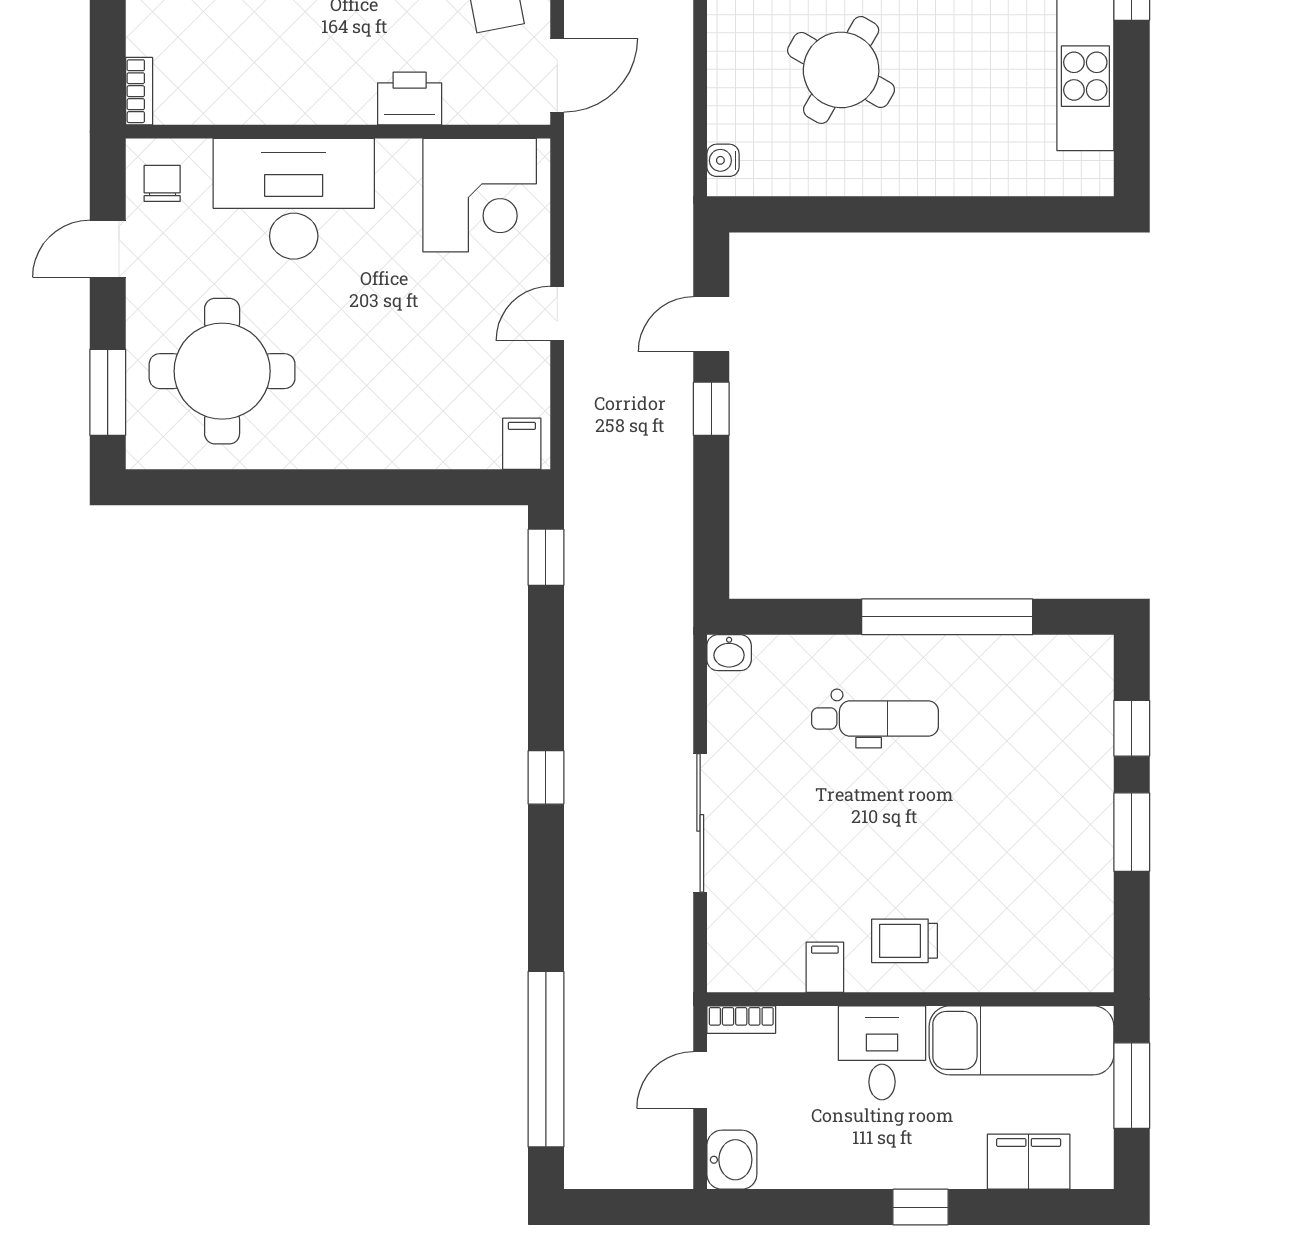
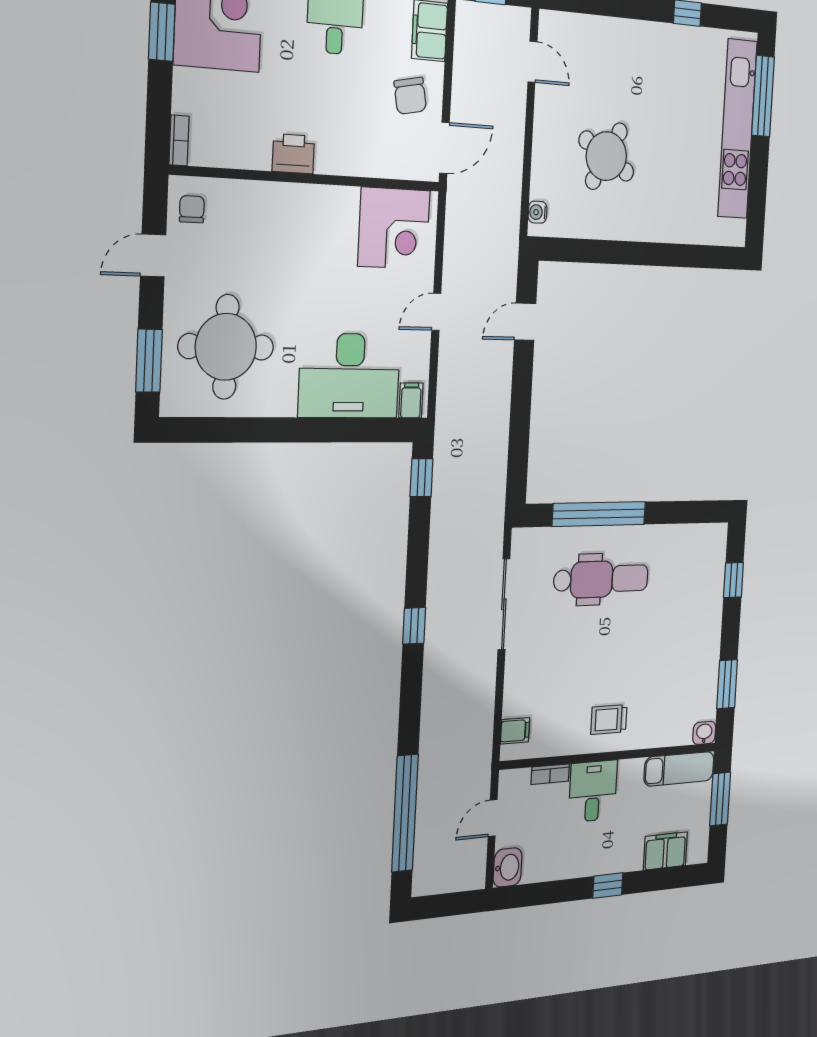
printer: (410, 99) -> (293, 154), moved
desk: (294, 199) -> (349, 376), moved, turned 180
window: (711, 409) -> (522, 378), removed
window: (947, 617) -> (599, 514), moved
washbasin: (729, 653) -> (704, 733), moved, turned 180
dental chair: (875, 719) -> (601, 579), width x1.36, depth x1.38
sliding door: (700, 823) -> (504, 604), moved
window: (1132, 832) -> (727, 684), moved
filing cabinet: (825, 967) -> (515, 731), moved, turned 90
bookcase: (741, 1020) -> (550, 774), moved
exam couch: (1021, 1040) -> (679, 769), width x0.73, depth x0.69

